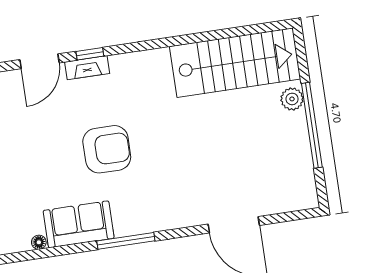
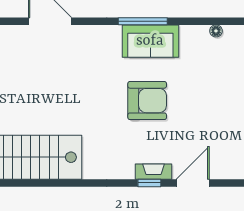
armchair: (107, 149) -> (147, 101), turned 180
sofa: (79, 224) -> (150, 41), moved

